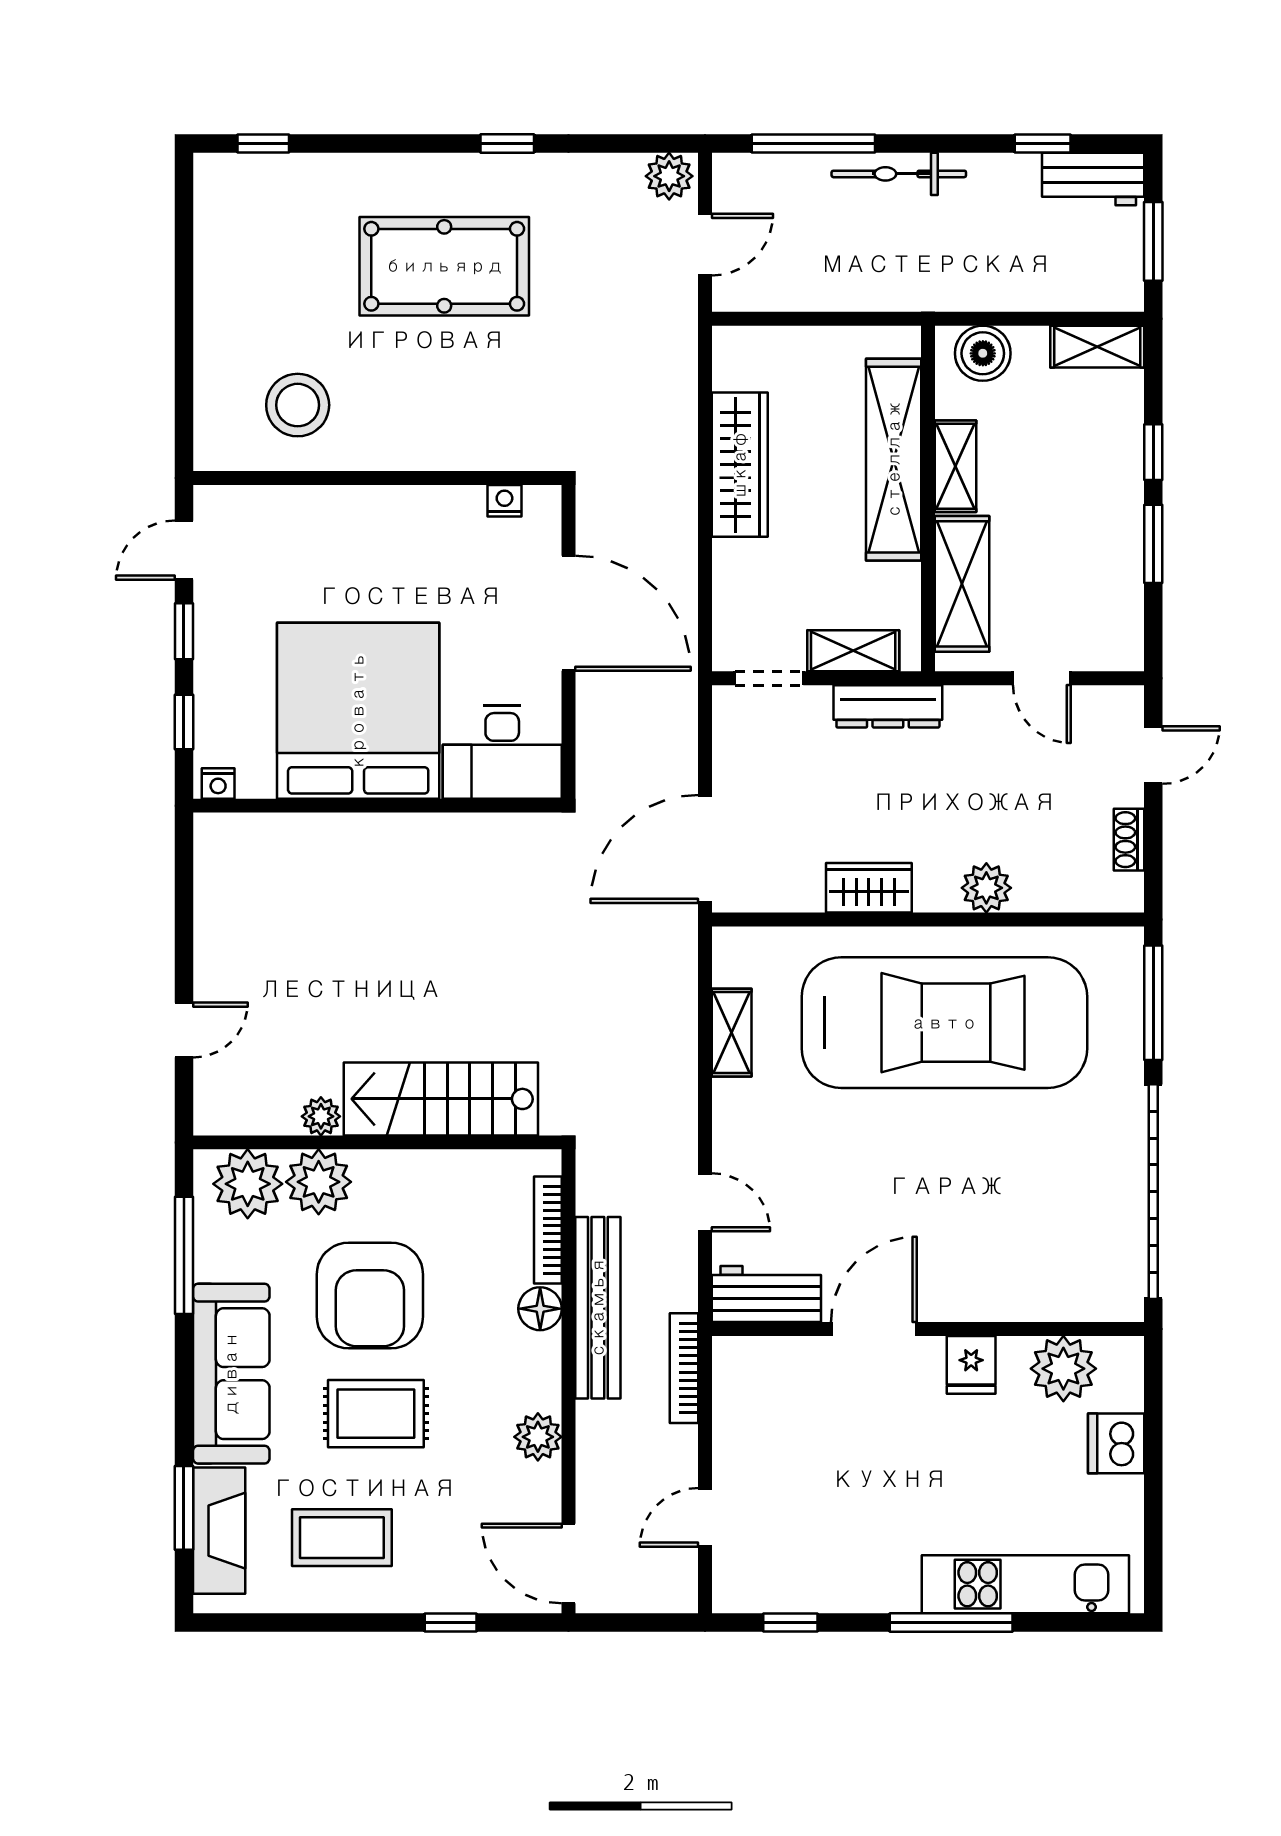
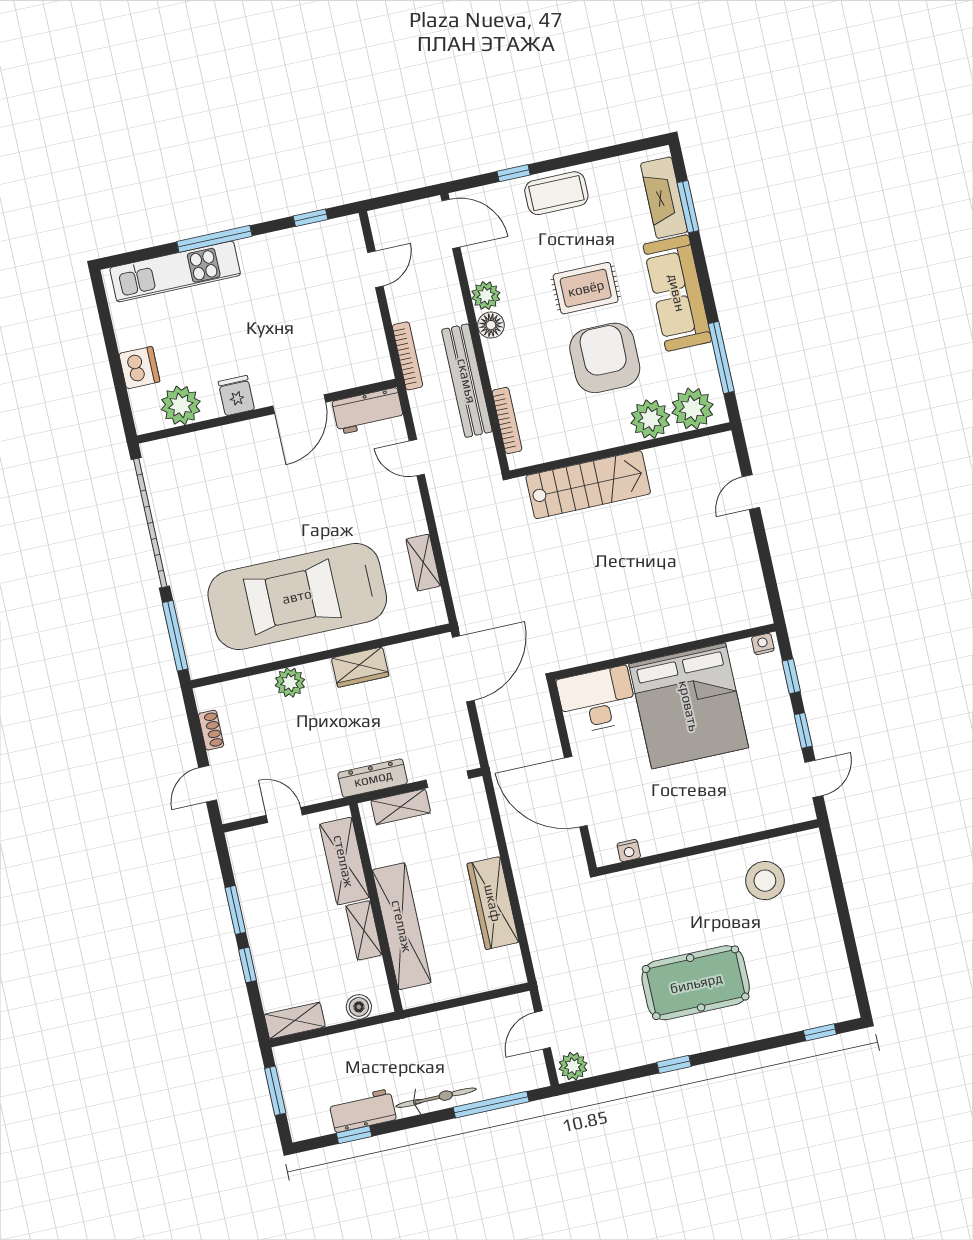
workbench: (1093, 179) -> (363, 1111), moved
boiler: (983, 353) -> (359, 1007), width x0.73, depth x0.73
plant: (321, 1116) -> (658, 459), removed
floor lamp: (540, 1309) -> (491, 325), moved
coffee table: (342, 1538) -> (556, 193), moved

